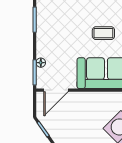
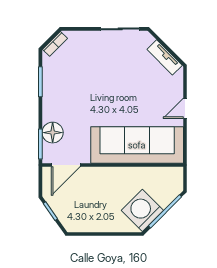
coffee table: (103, 33) -> (122, 98), removed
floor lamp: (41, 63) -> (53, 133), width x1.89, depth x1.89

